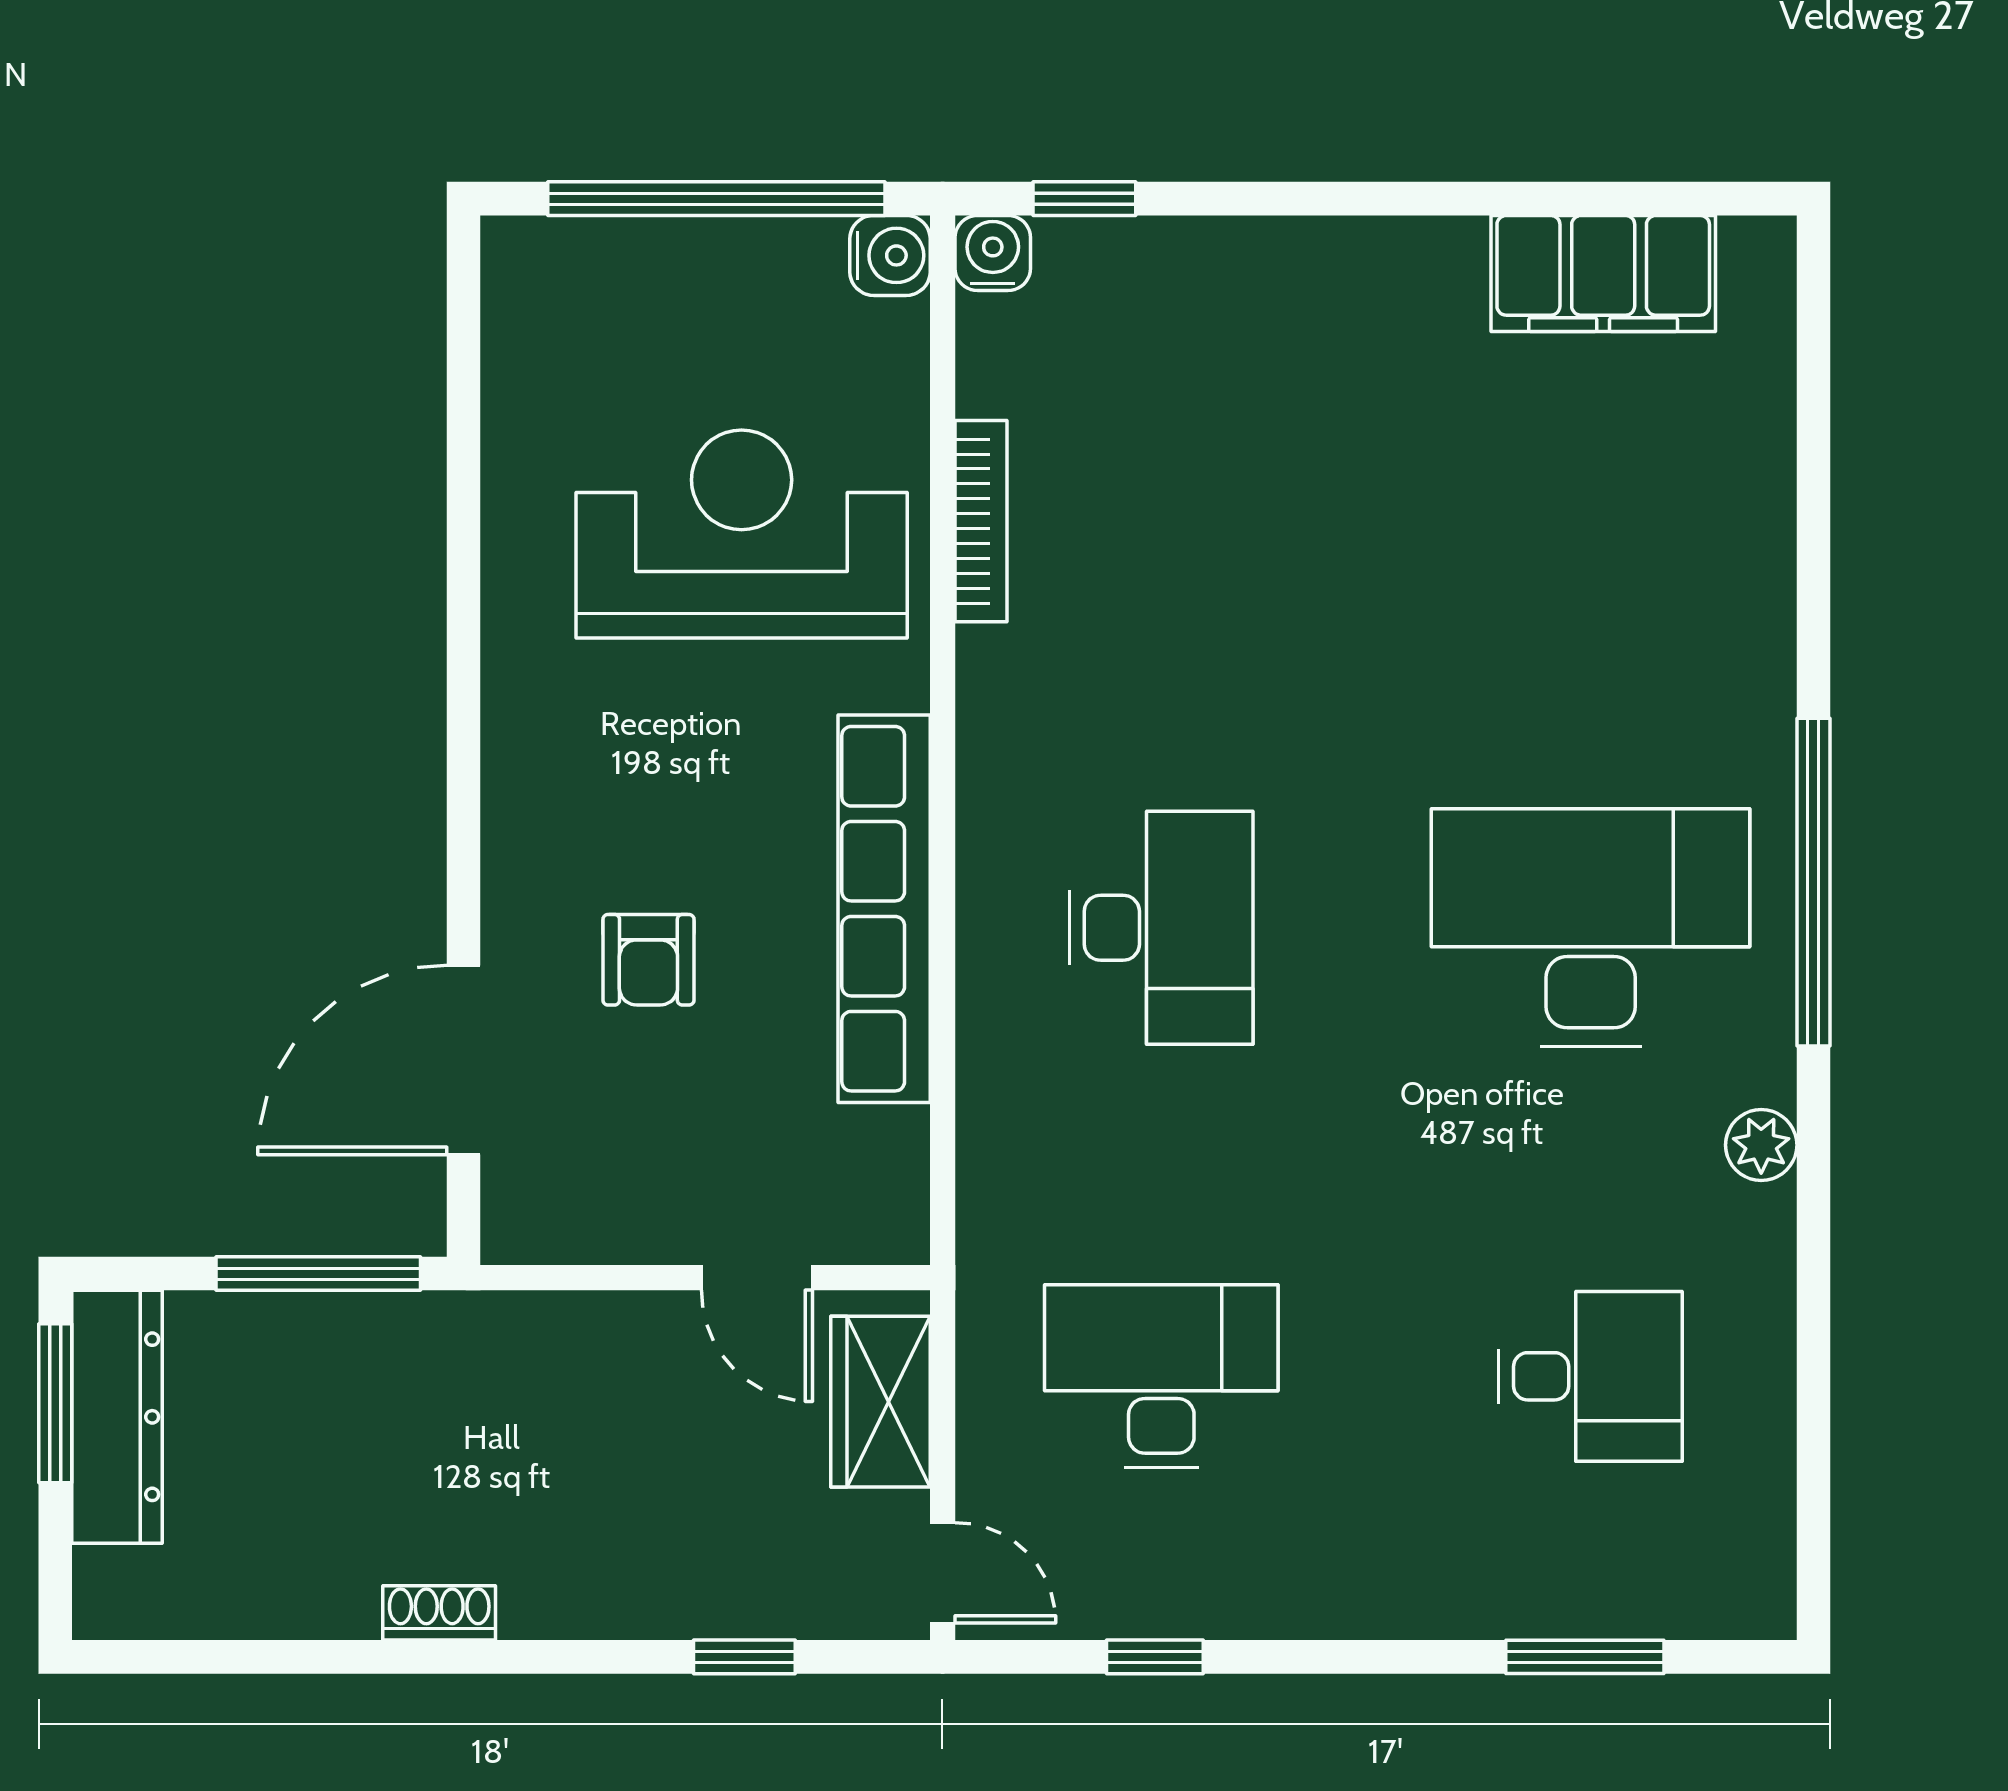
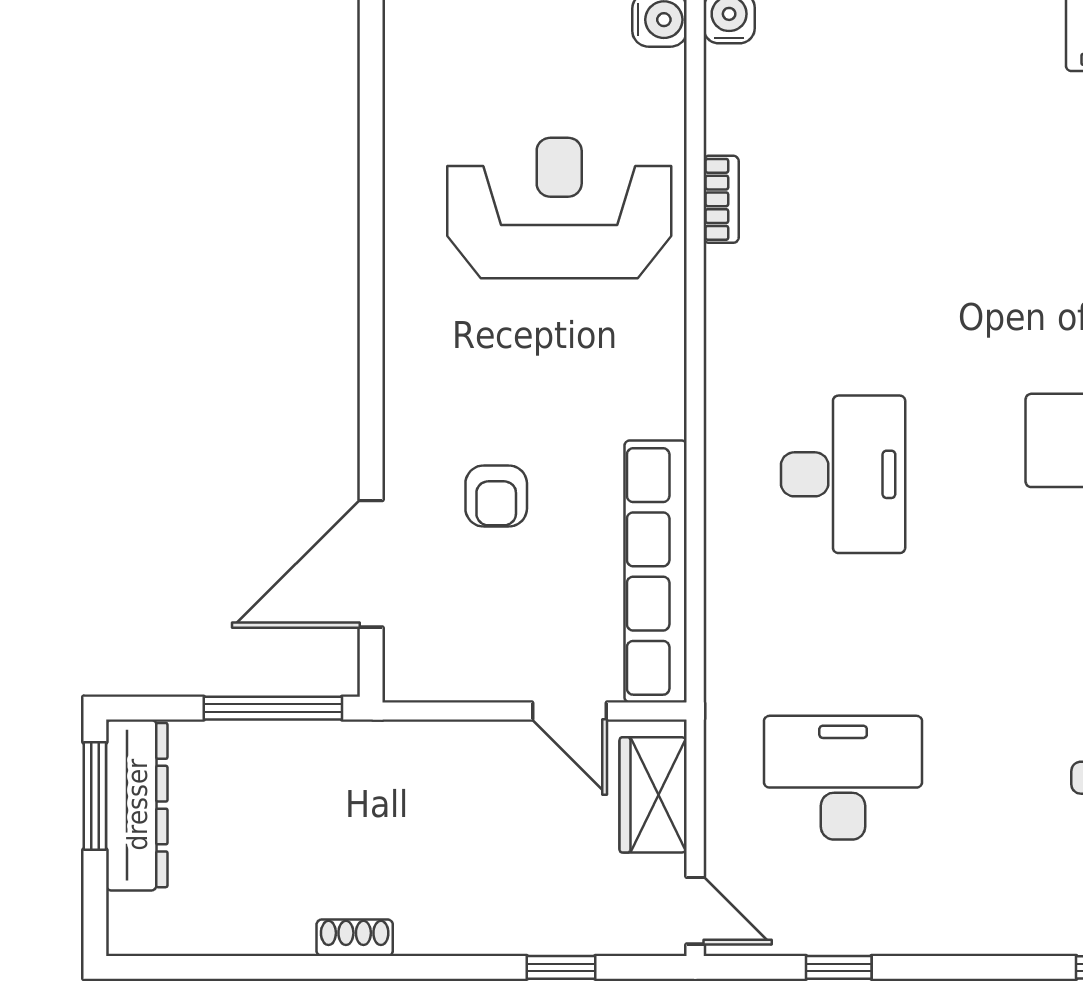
bookcase: (981, 521) -> (721, 199), width x0.64
row of seats: (884, 909) -> (656, 571), moved

